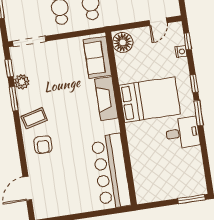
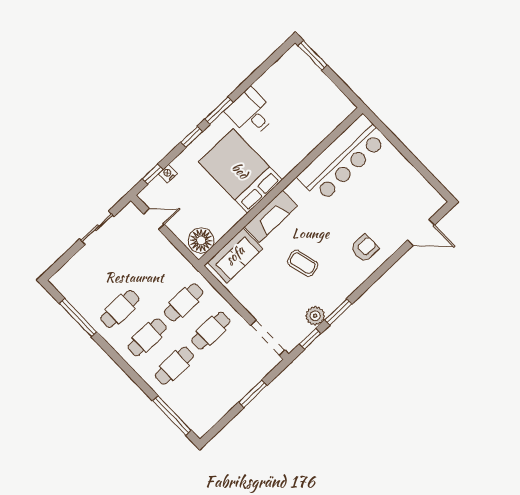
coffee table: (34, 118) -> (303, 263), moved

